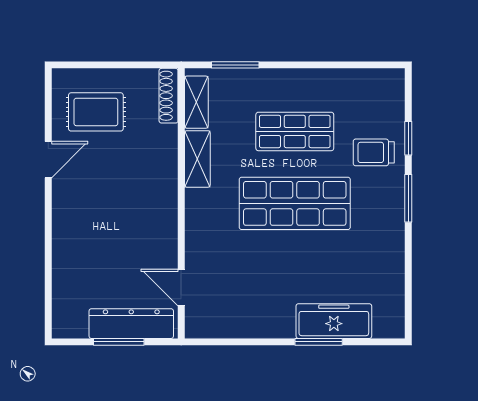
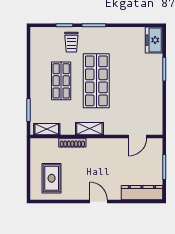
shoe rack: (169, 96) -> (72, 143), moved
shelving: (197, 159) -> (89, 129), moved
door: (48, 160) -> (98, 202), moved
freezer: (334, 321) -> (154, 40), moved, width x0.71
dresser: (131, 324) -> (142, 193), moved, turned 90

